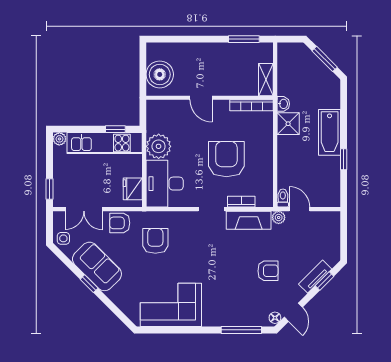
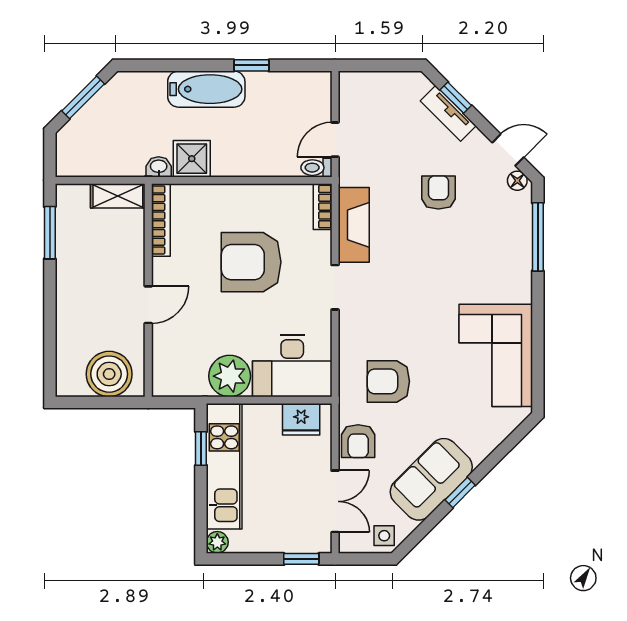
bookcase: (241, 202) -> (323, 207), moved
plant: (279, 217) -> (349, 175), removed

